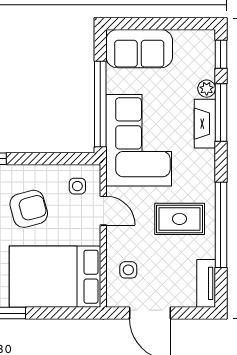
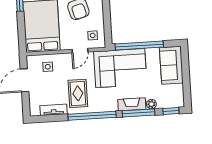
window: (221, 225) -> (92, 116), moved
tv unit: (206, 283) -> (54, 110), moved

